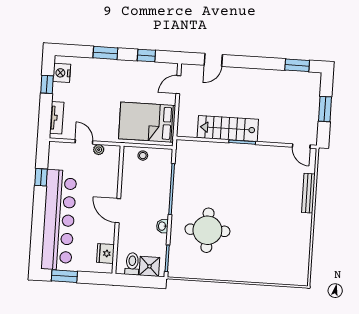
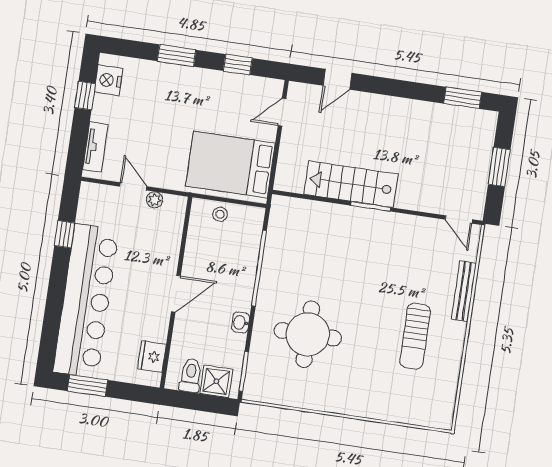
door: (118, 211) -> (176, 294), swing flipped
sun lounger: (279, 226) -> (415, 336), added

